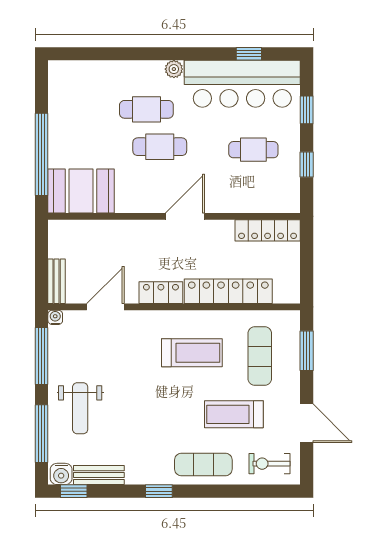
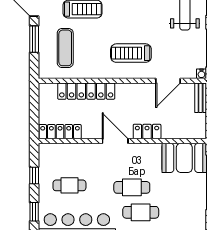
door: (185, 216) -> (115, 141), swing flipped
locker: (161, 293) -> (147, 131), moved, turned 180
window: (307, 351) -> (34, 39), moved
treadmill: (192, 353) -> (131, 53), moved

